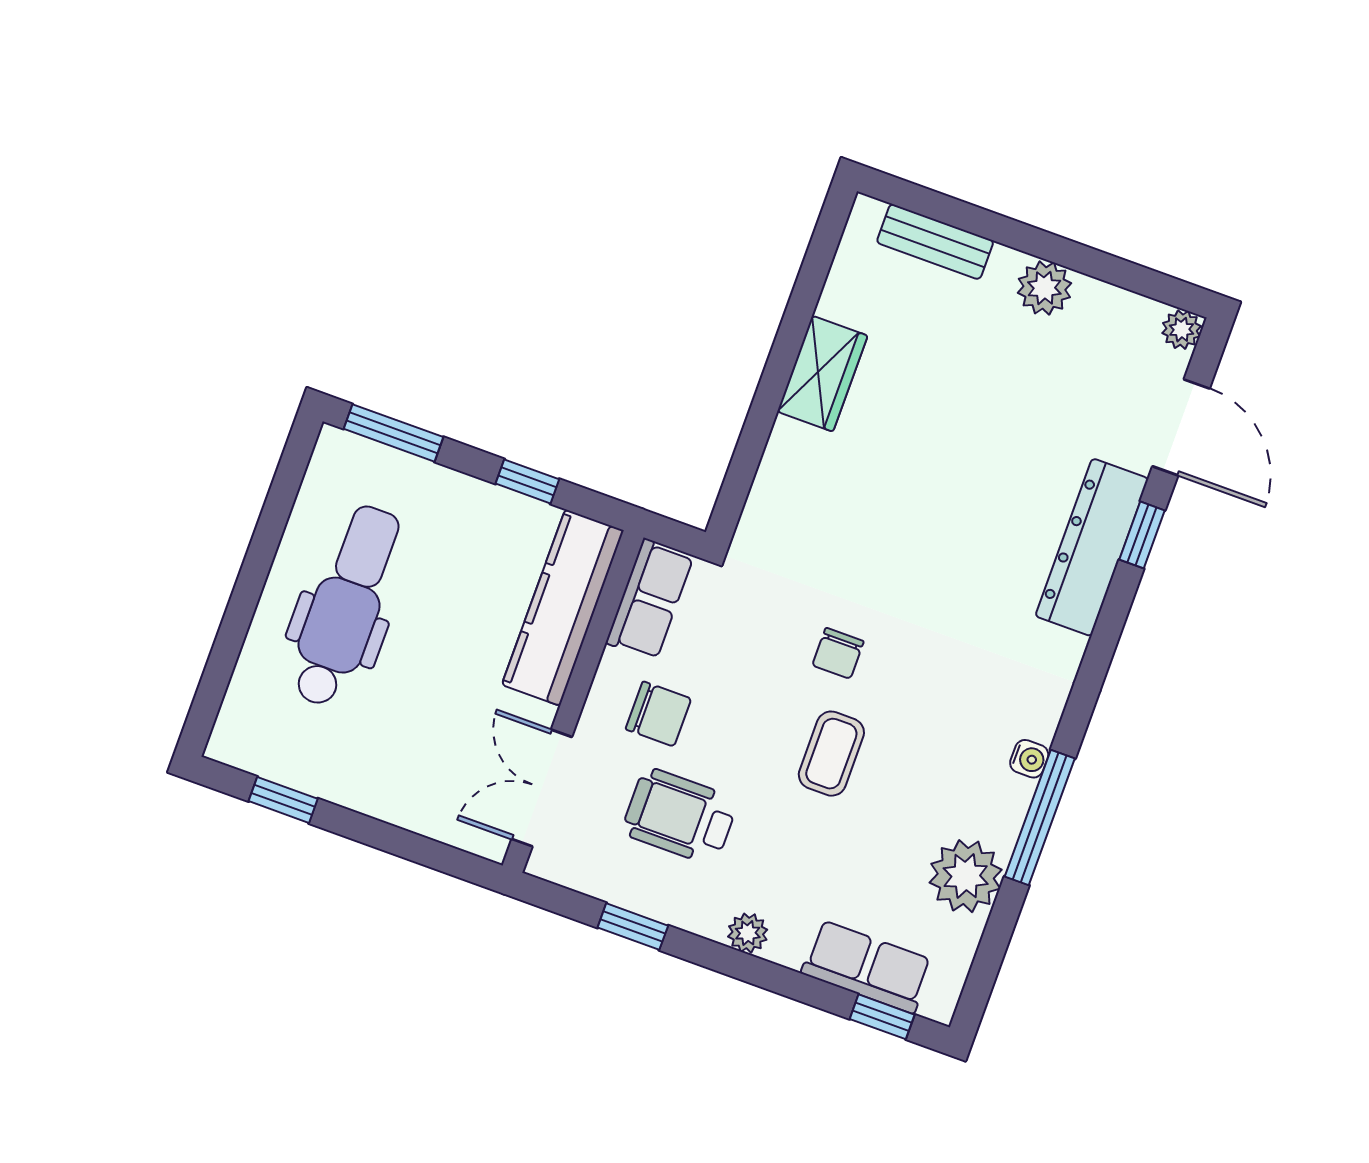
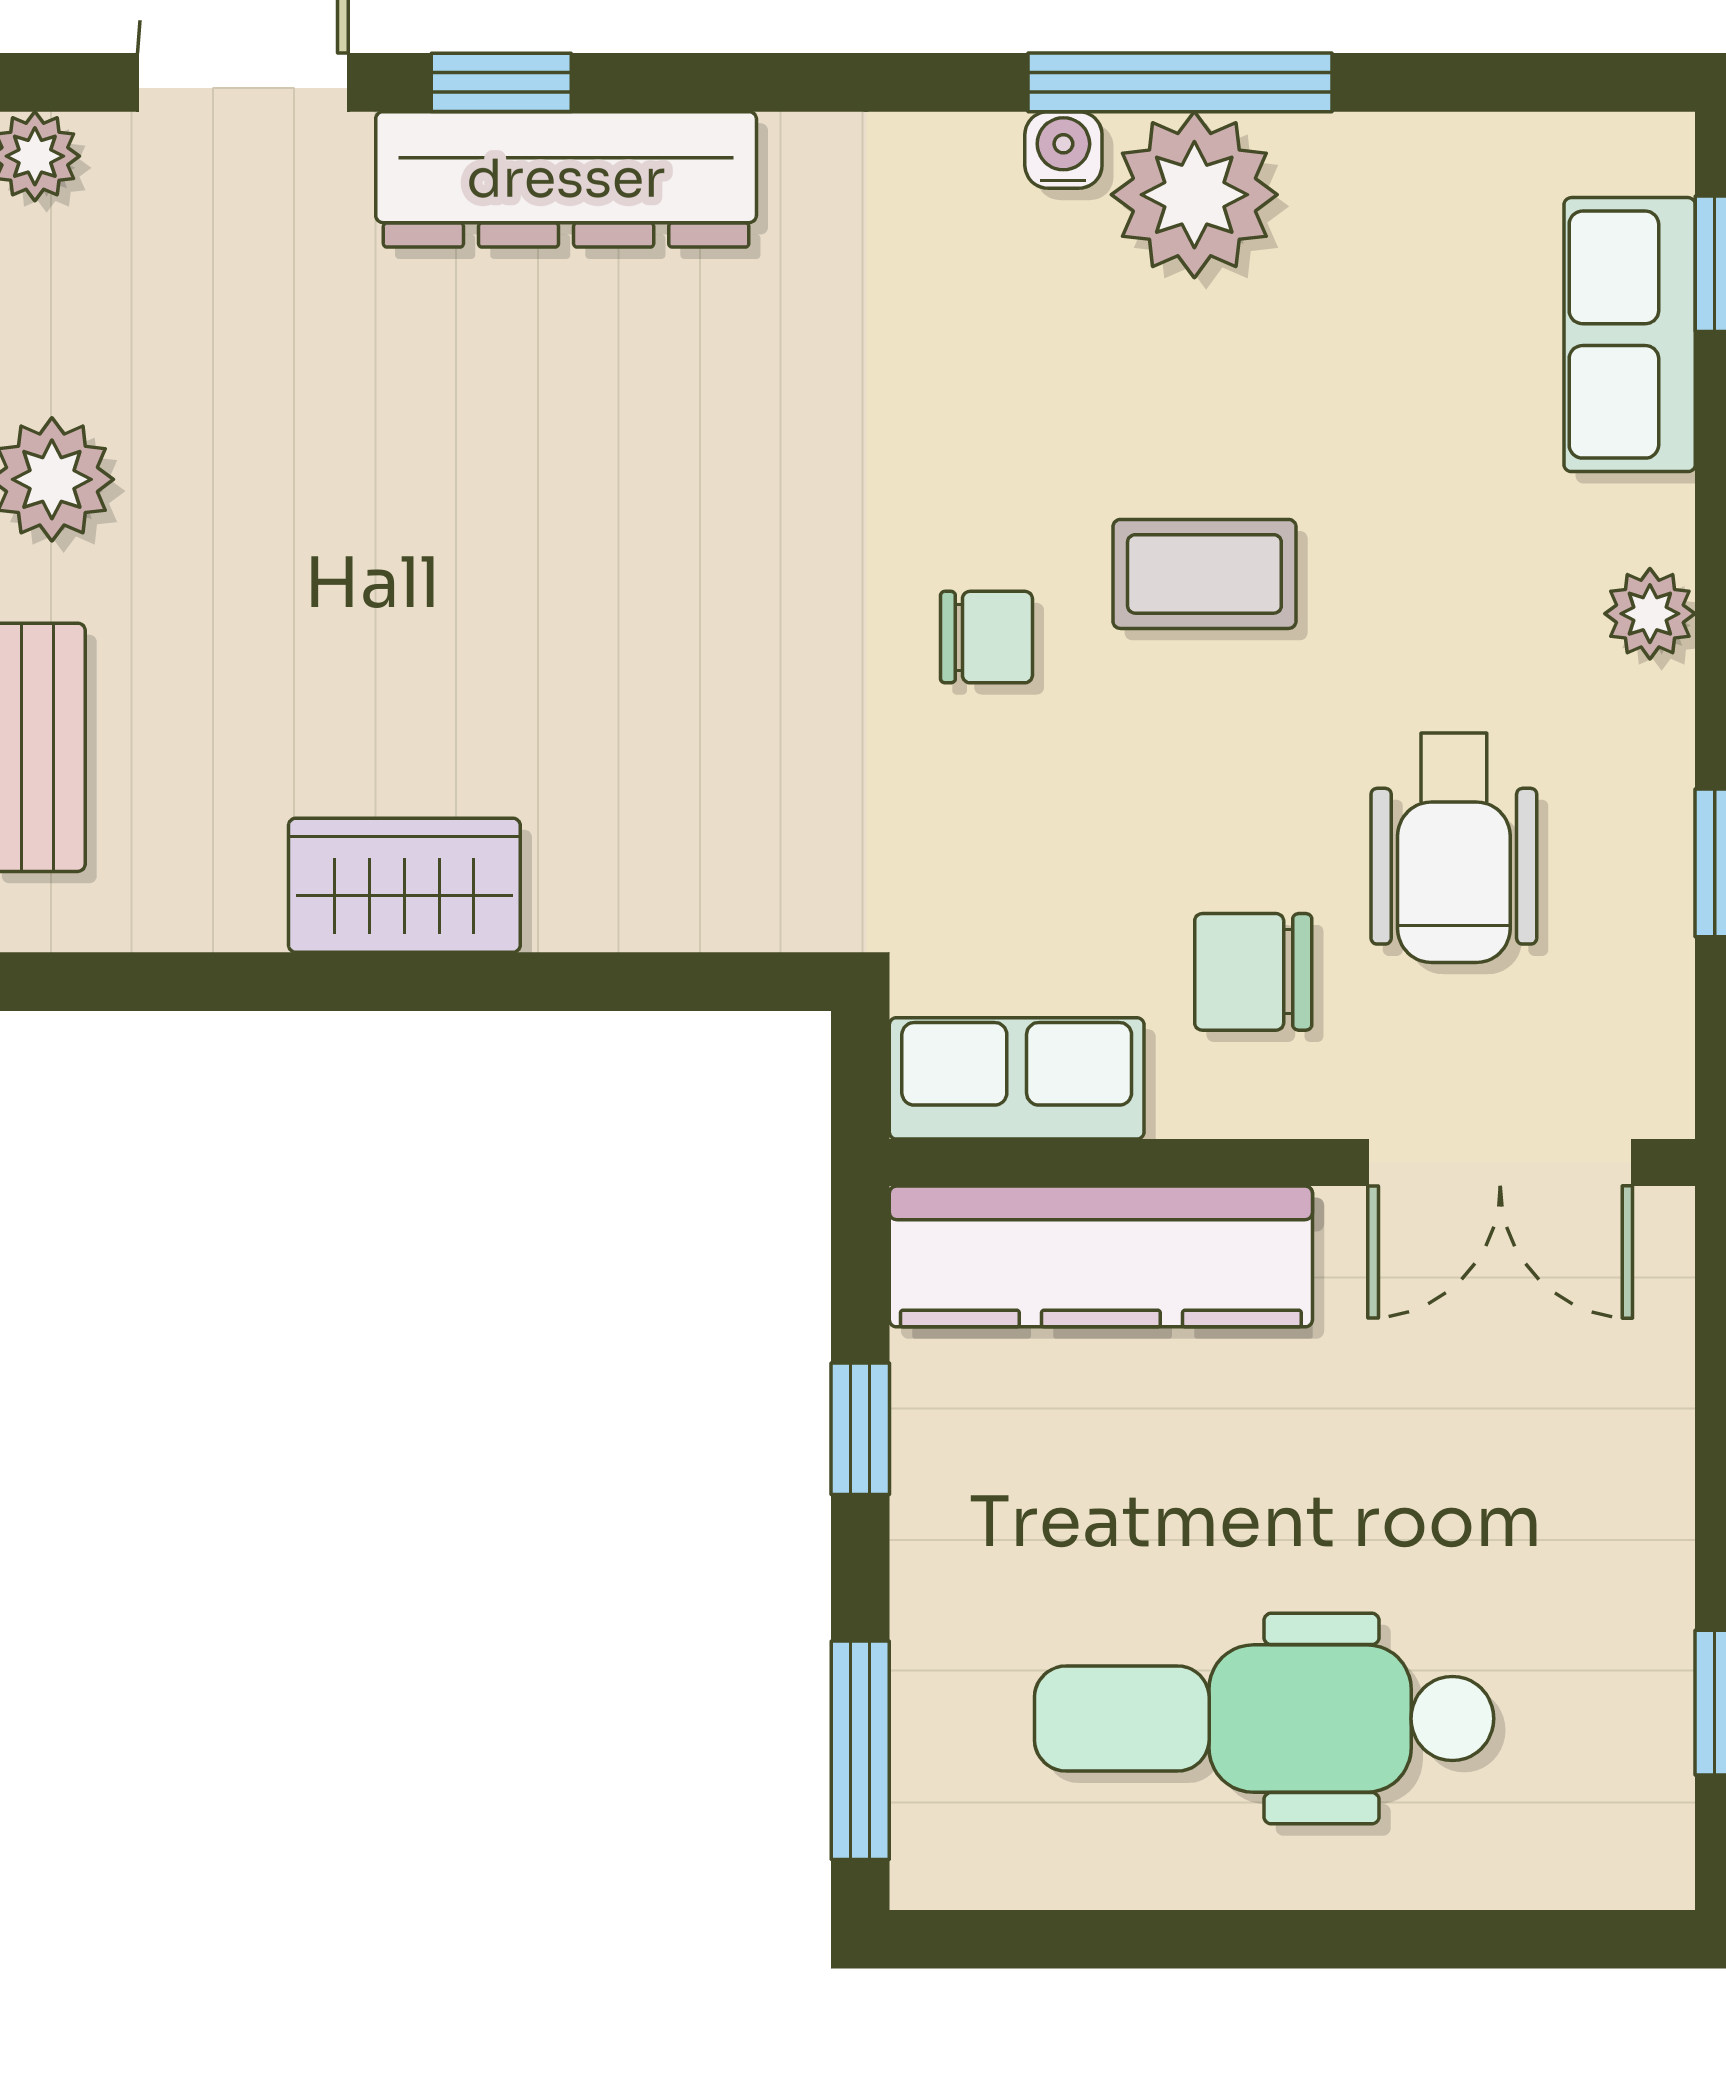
chair: (658, 714) -> (1253, 972), turned -90
plant: (966, 876) -> (1194, 195), moved

